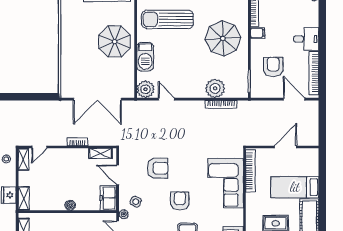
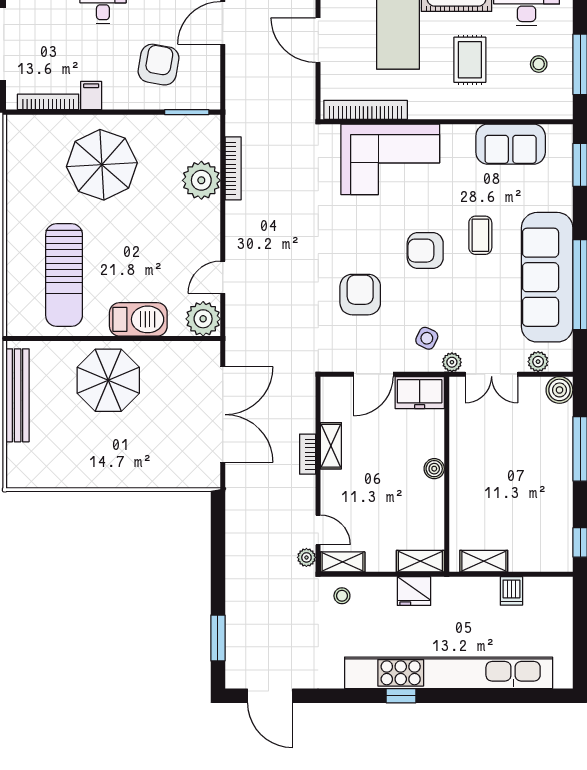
armchair: (273, 67) -> (159, 65), turned 100
plant: (26, 141) -> (306, 557), added
shelving: (101, 153) -> (331, 446), moved

